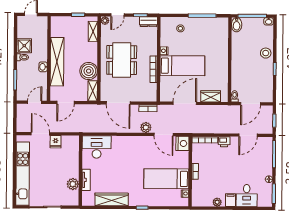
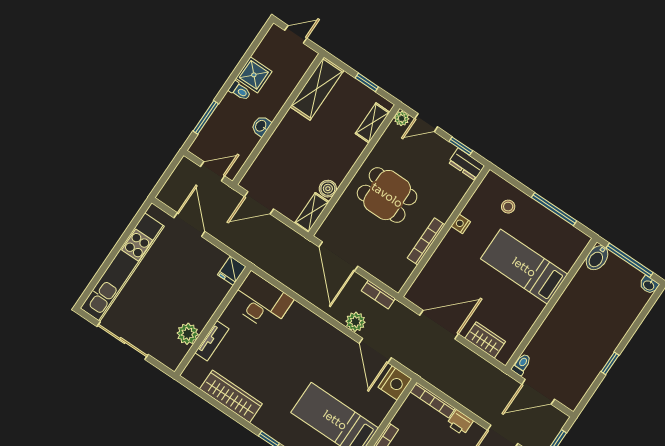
stool: (266, 53) -> (612, 330), removed
dining table: (122, 60) -> (387, 195), width x0.73
shelving: (57, 62) -> (317, 89), moved, width x0.68
bed: (182, 66) -> (524, 267), moved, turned 180
boiler: (89, 71) -> (328, 189), width x0.54, depth x0.54
fridge: (56, 142) -> (232, 271), moved

